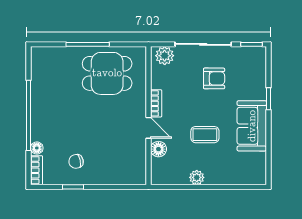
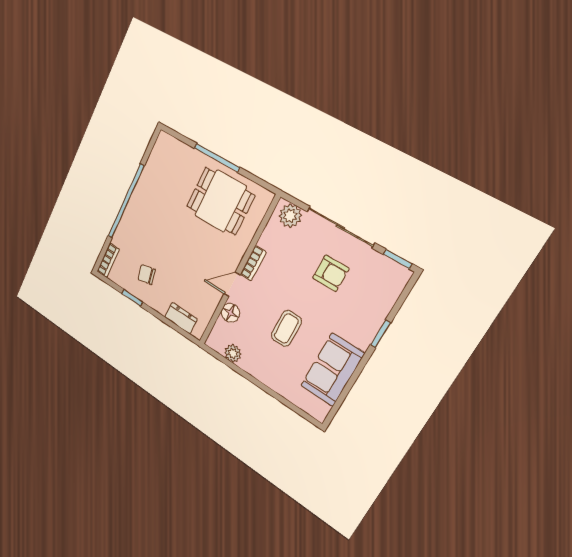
sofa: (252, 126) -> (332, 370), moved
door: (148, 128) -> (232, 284), swing flipped
coffee table: (205, 135) -> (286, 328), turned 90
floor lamp: (37, 148) -> (118, 239), removed
dresser: (122, 177) -> (181, 318), added
plant: (197, 177) -> (233, 353), moved

